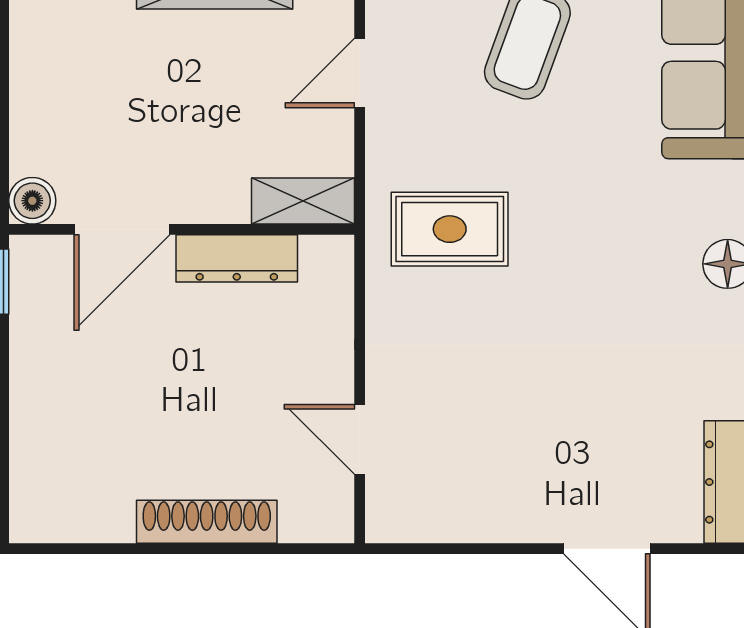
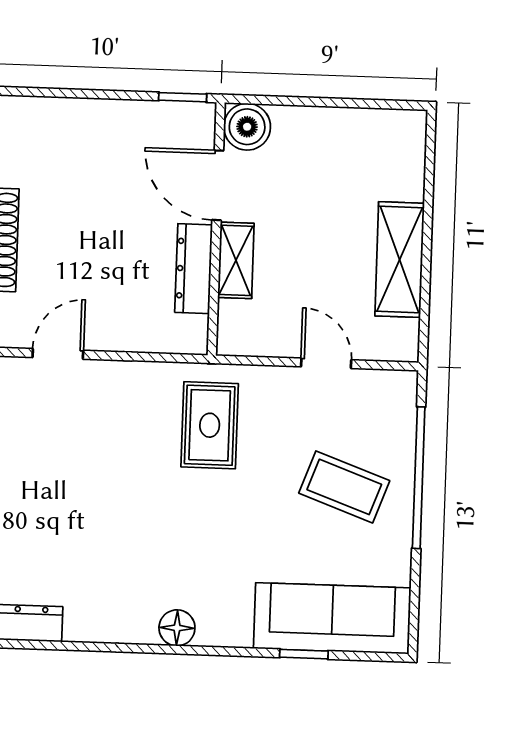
boiler: (32, 201) -> (247, 127), width x1.36, depth x1.36
shelving: (303, 201) -> (236, 260), moved

